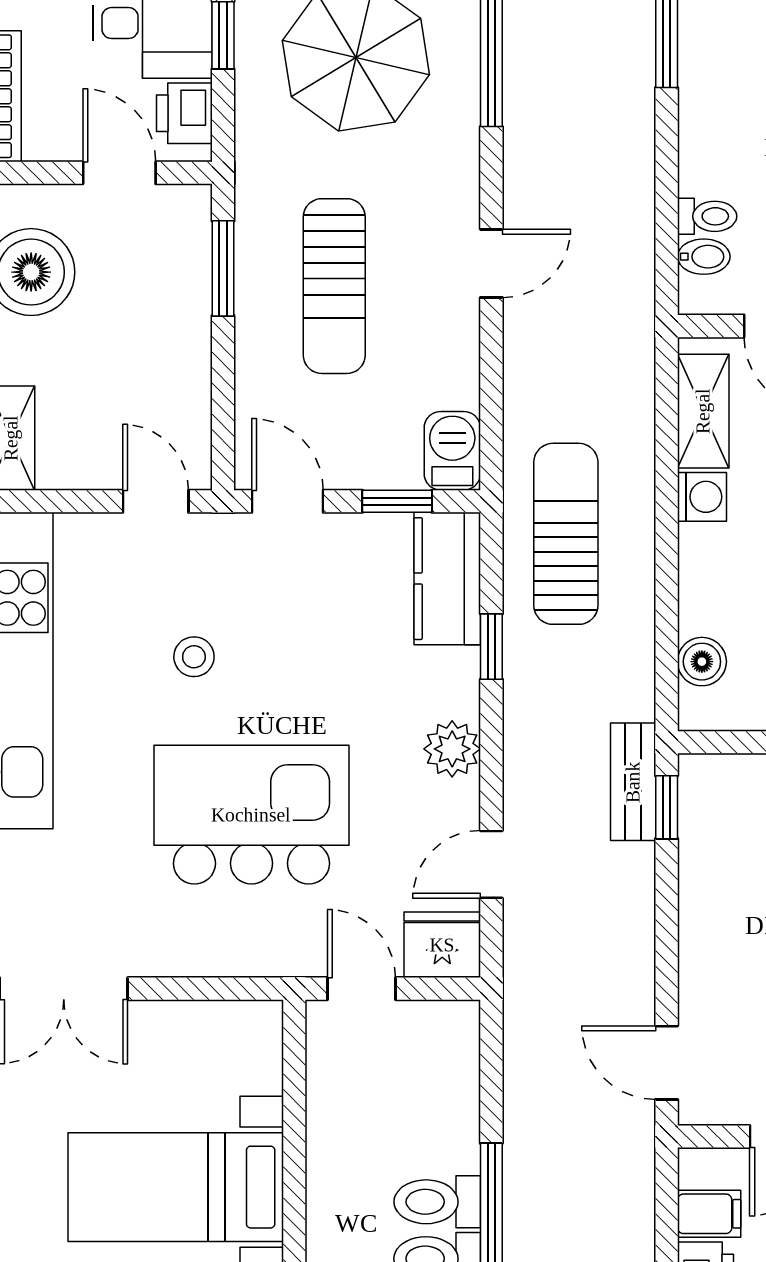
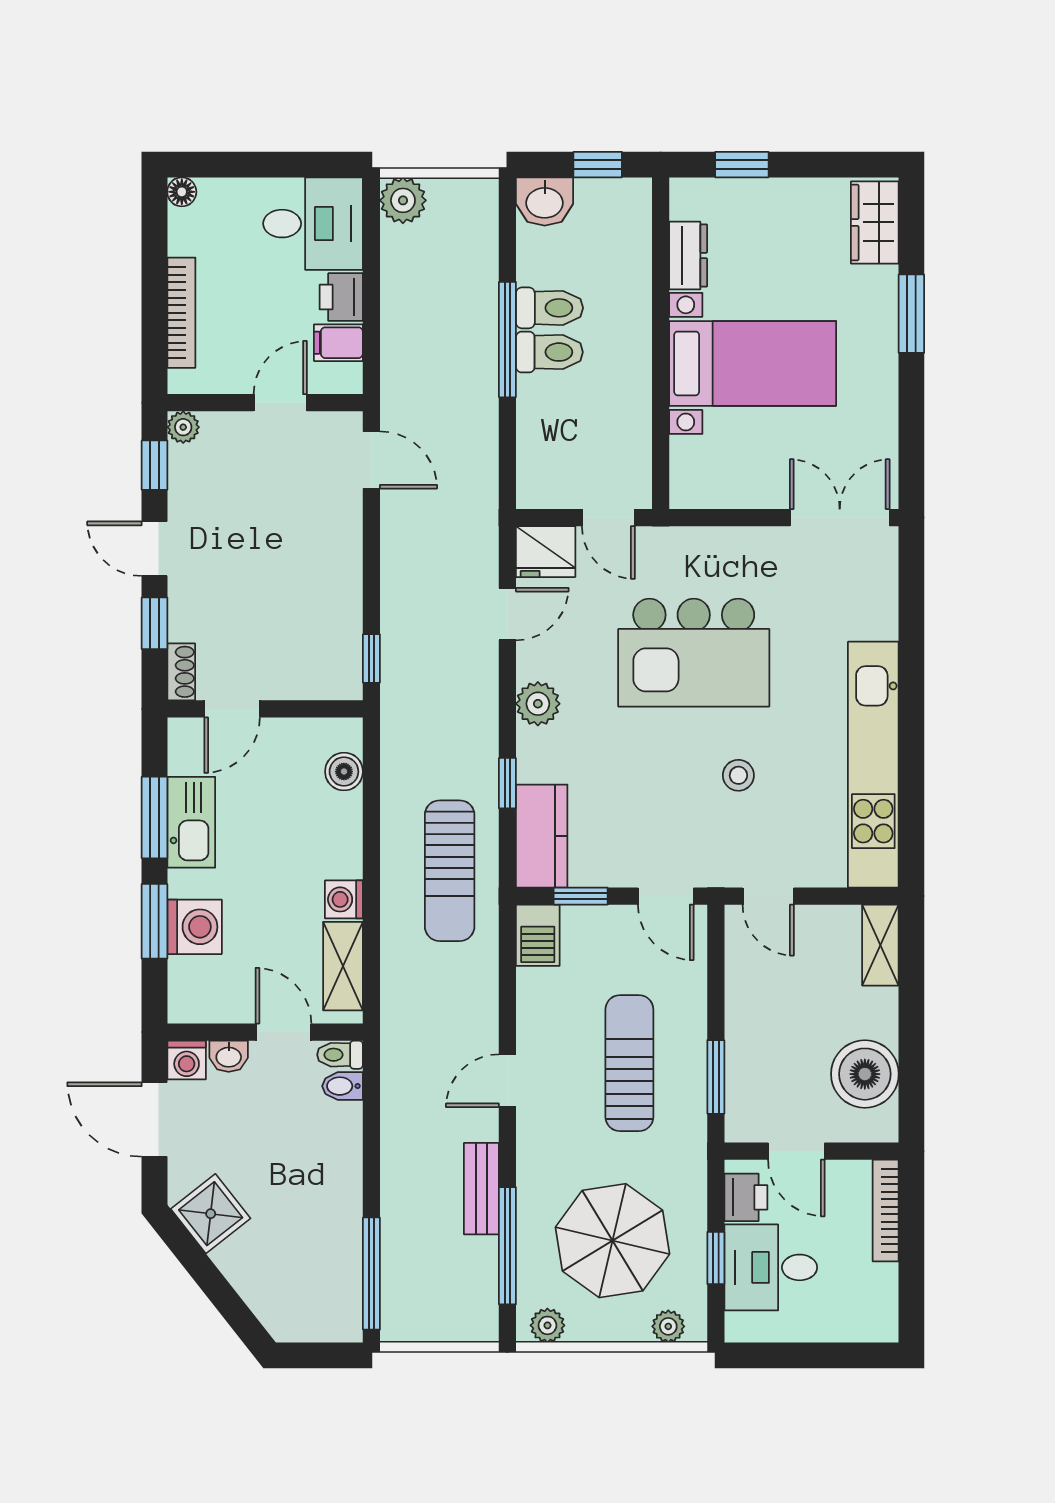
toilet: (707, 216) -> (340, 1055), moved
bench: (633, 782) -> (481, 1189), moved

